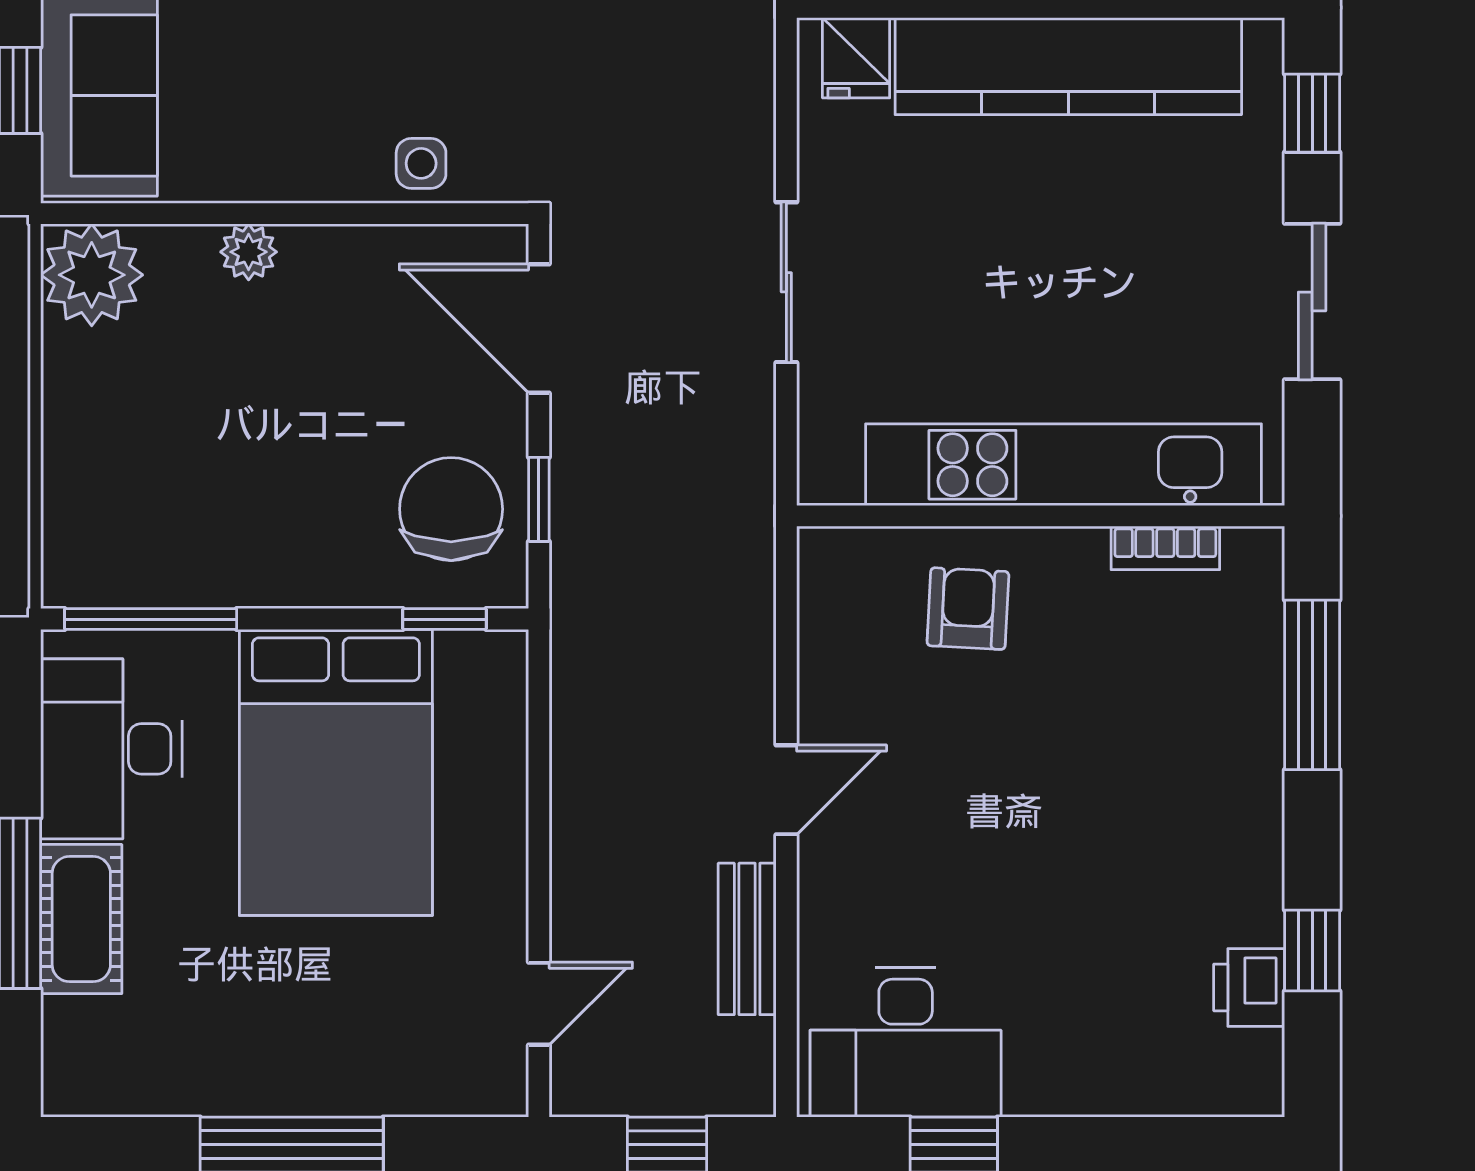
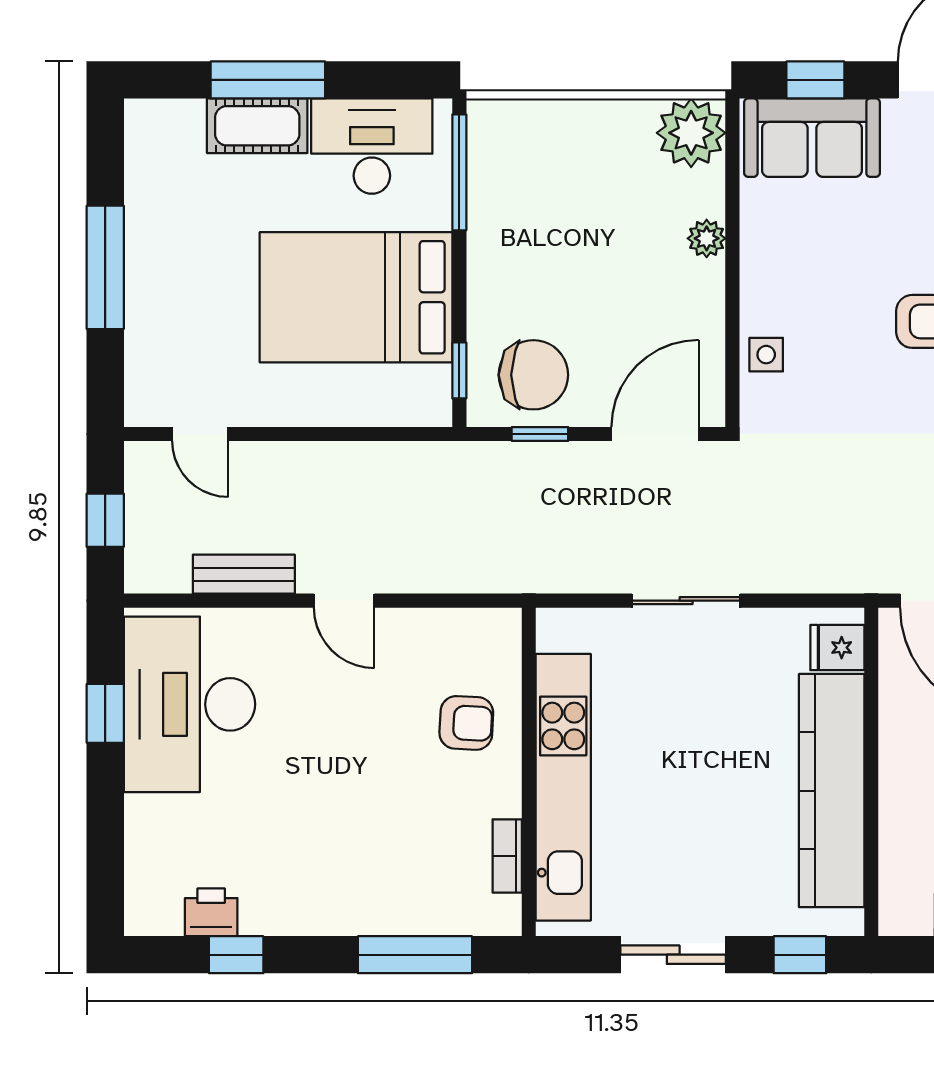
desk: (906, 1042) -> (189, 704), width x1.36, depth x1.30

